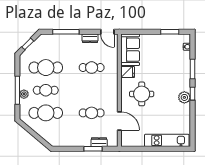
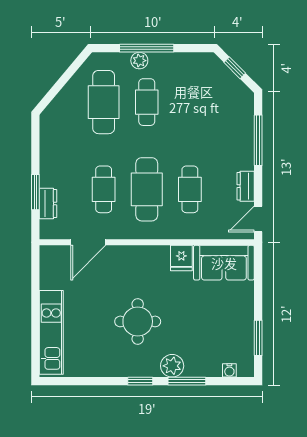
cafe table: (46, 68) -> (147, 189), moved
round table: (142, 94) -> (138, 321), moved
plant: (184, 97) -> (172, 366), moved

